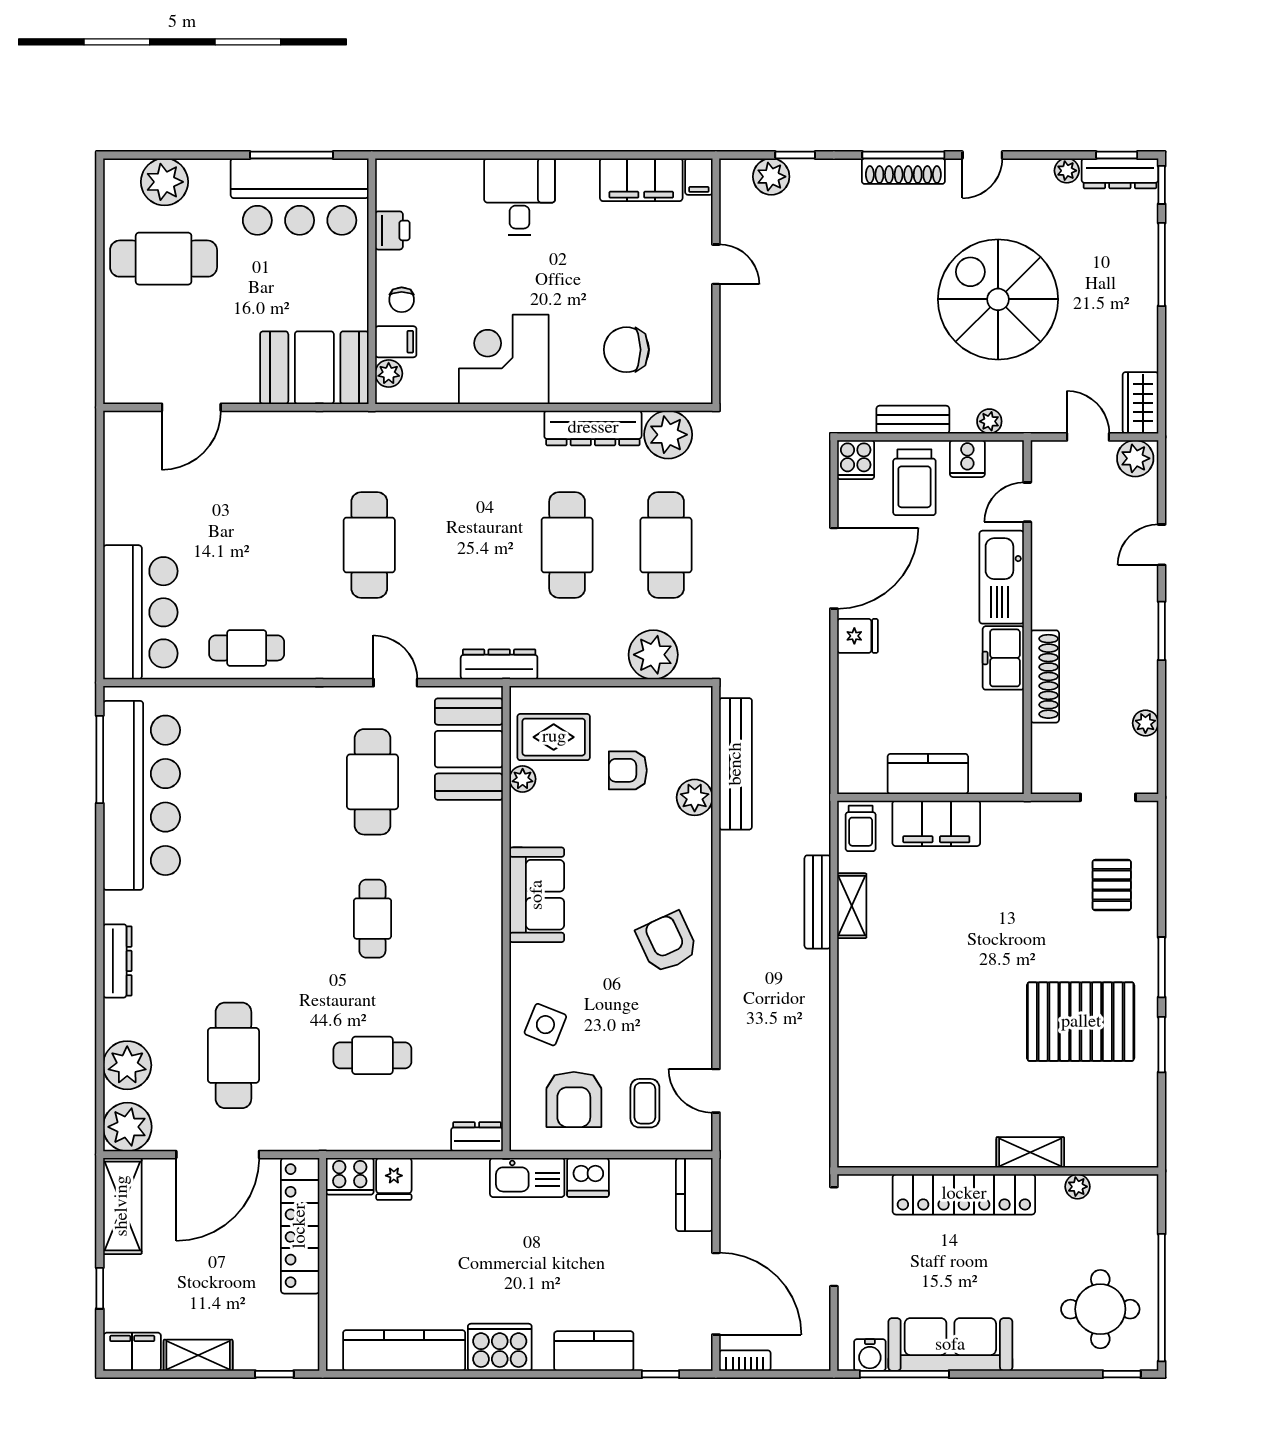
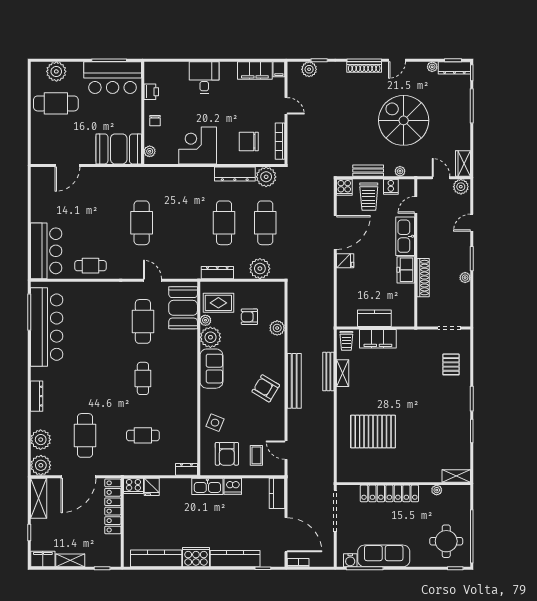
filing cabinet: (396, 342) -> (153, 138), removed
bookcase: (701, 349) -> (280, 141), added
dresser: (499, 664) -> (217, 273), moved
plant: (1145, 723) -> (465, 278), moved
bench: (736, 764) -> (294, 381), moved
plant: (534, 820) -> (210, 337), added
armchair: (667, 942) -> (266, 388), turned -34
pallet: (1081, 1022) -> (373, 432), moved
shelving: (1030, 1152) -> (456, 476), moved
kitchen counter: (594, 1351) -> (235, 559), width x1.50

